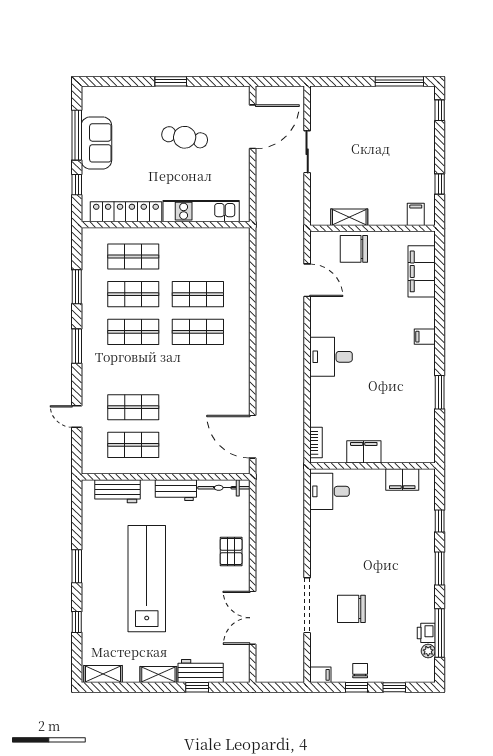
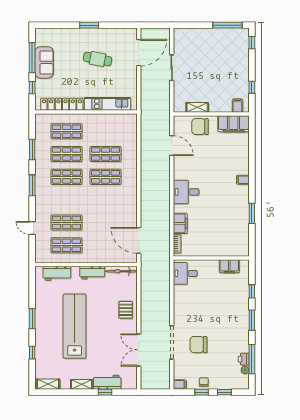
filing cabinet: (422, 271) -> (233, 124), moved, turned -90
filing cabinet: (364, 452) -> (180, 223), moved, turned 90

